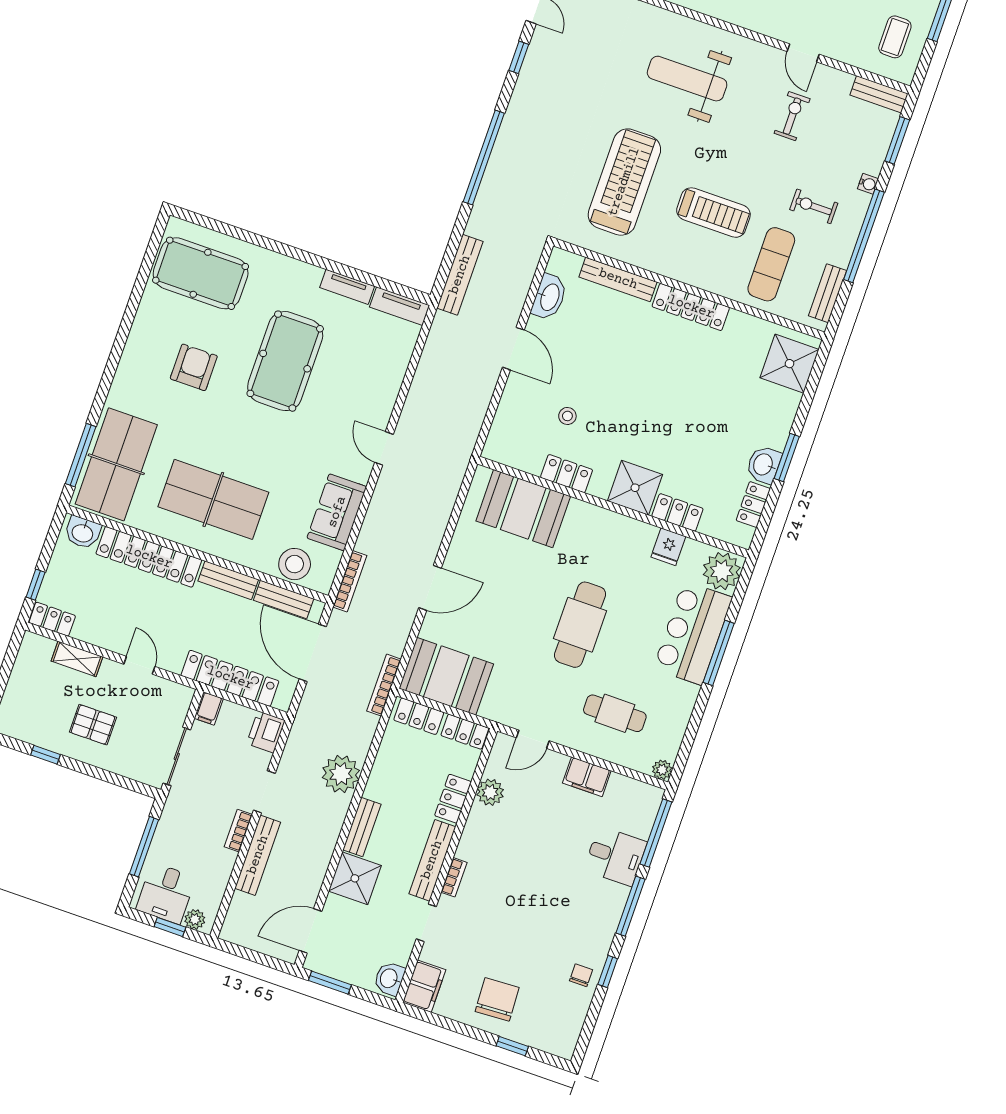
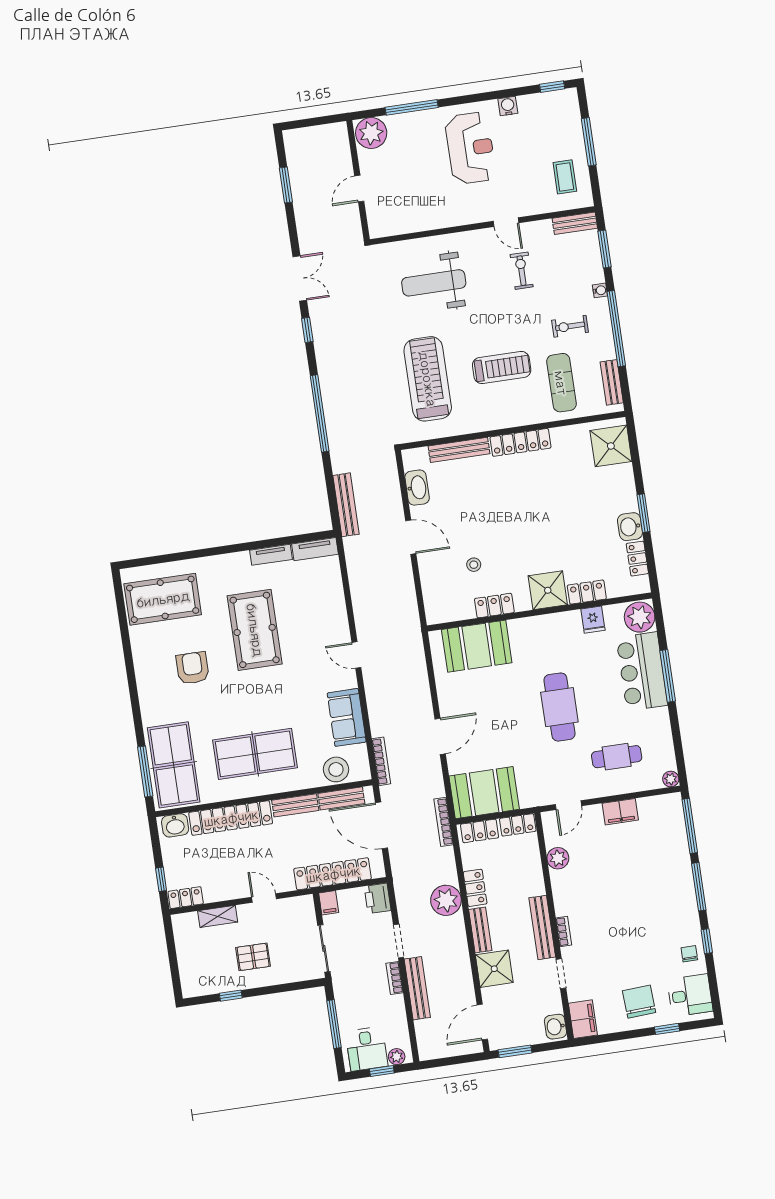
locker: (453, 799) -> (475, 888), moved, turned 180
desk: (615, 856) -> (690, 995), moved

